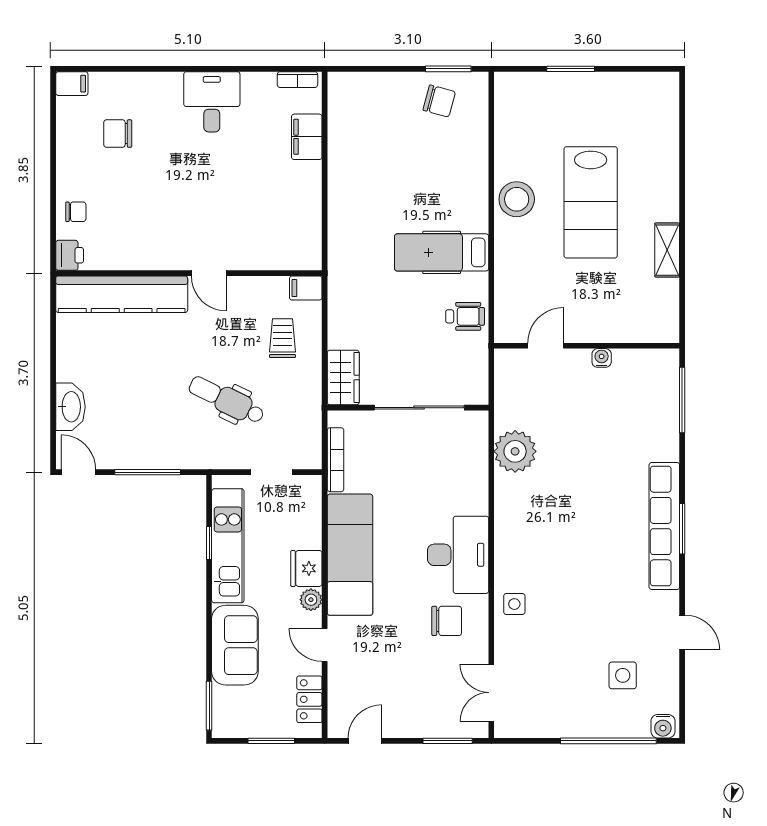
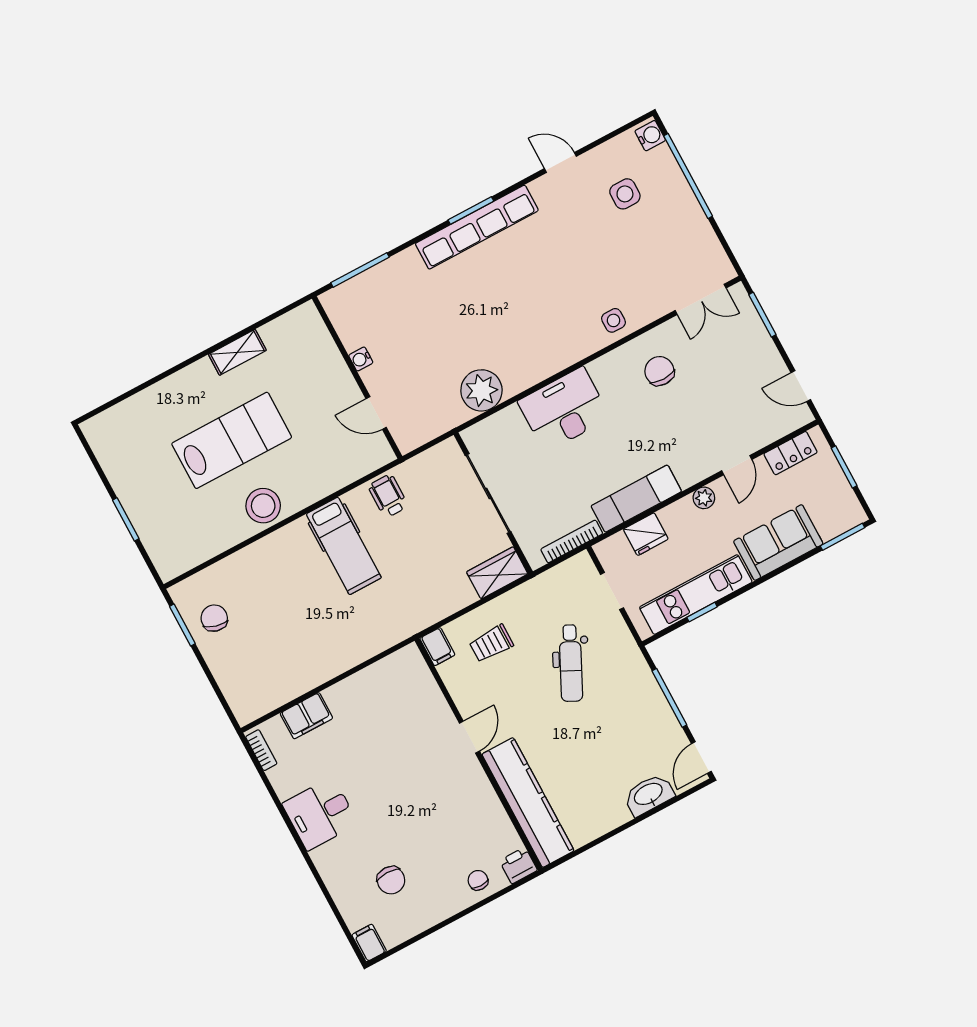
exam couch: (350, 555) -> (636, 499), width x0.73, depth x0.69
desk: (458, 555) -> (564, 409), moved
fridge: (306, 568) -> (646, 534), moved
door: (682, 632) -> (560, 162), hinge flipped

